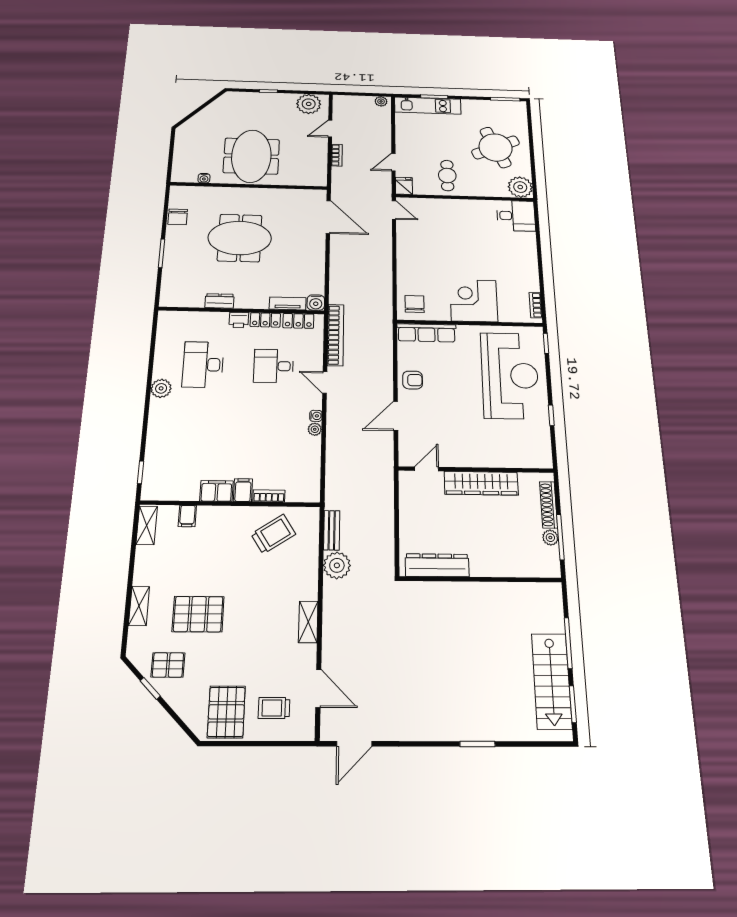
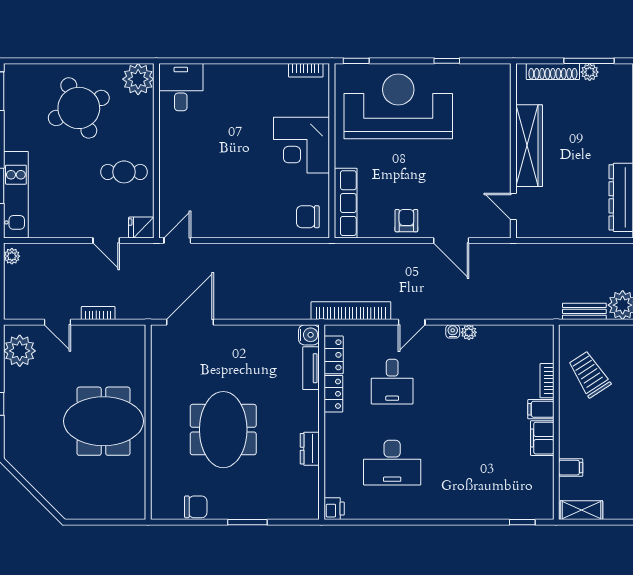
water cooler: (204, 178) -> (139, 479), removed
printer: (239, 320) -> (334, 509), moved
plant: (161, 388) -> (423, 508), removed

